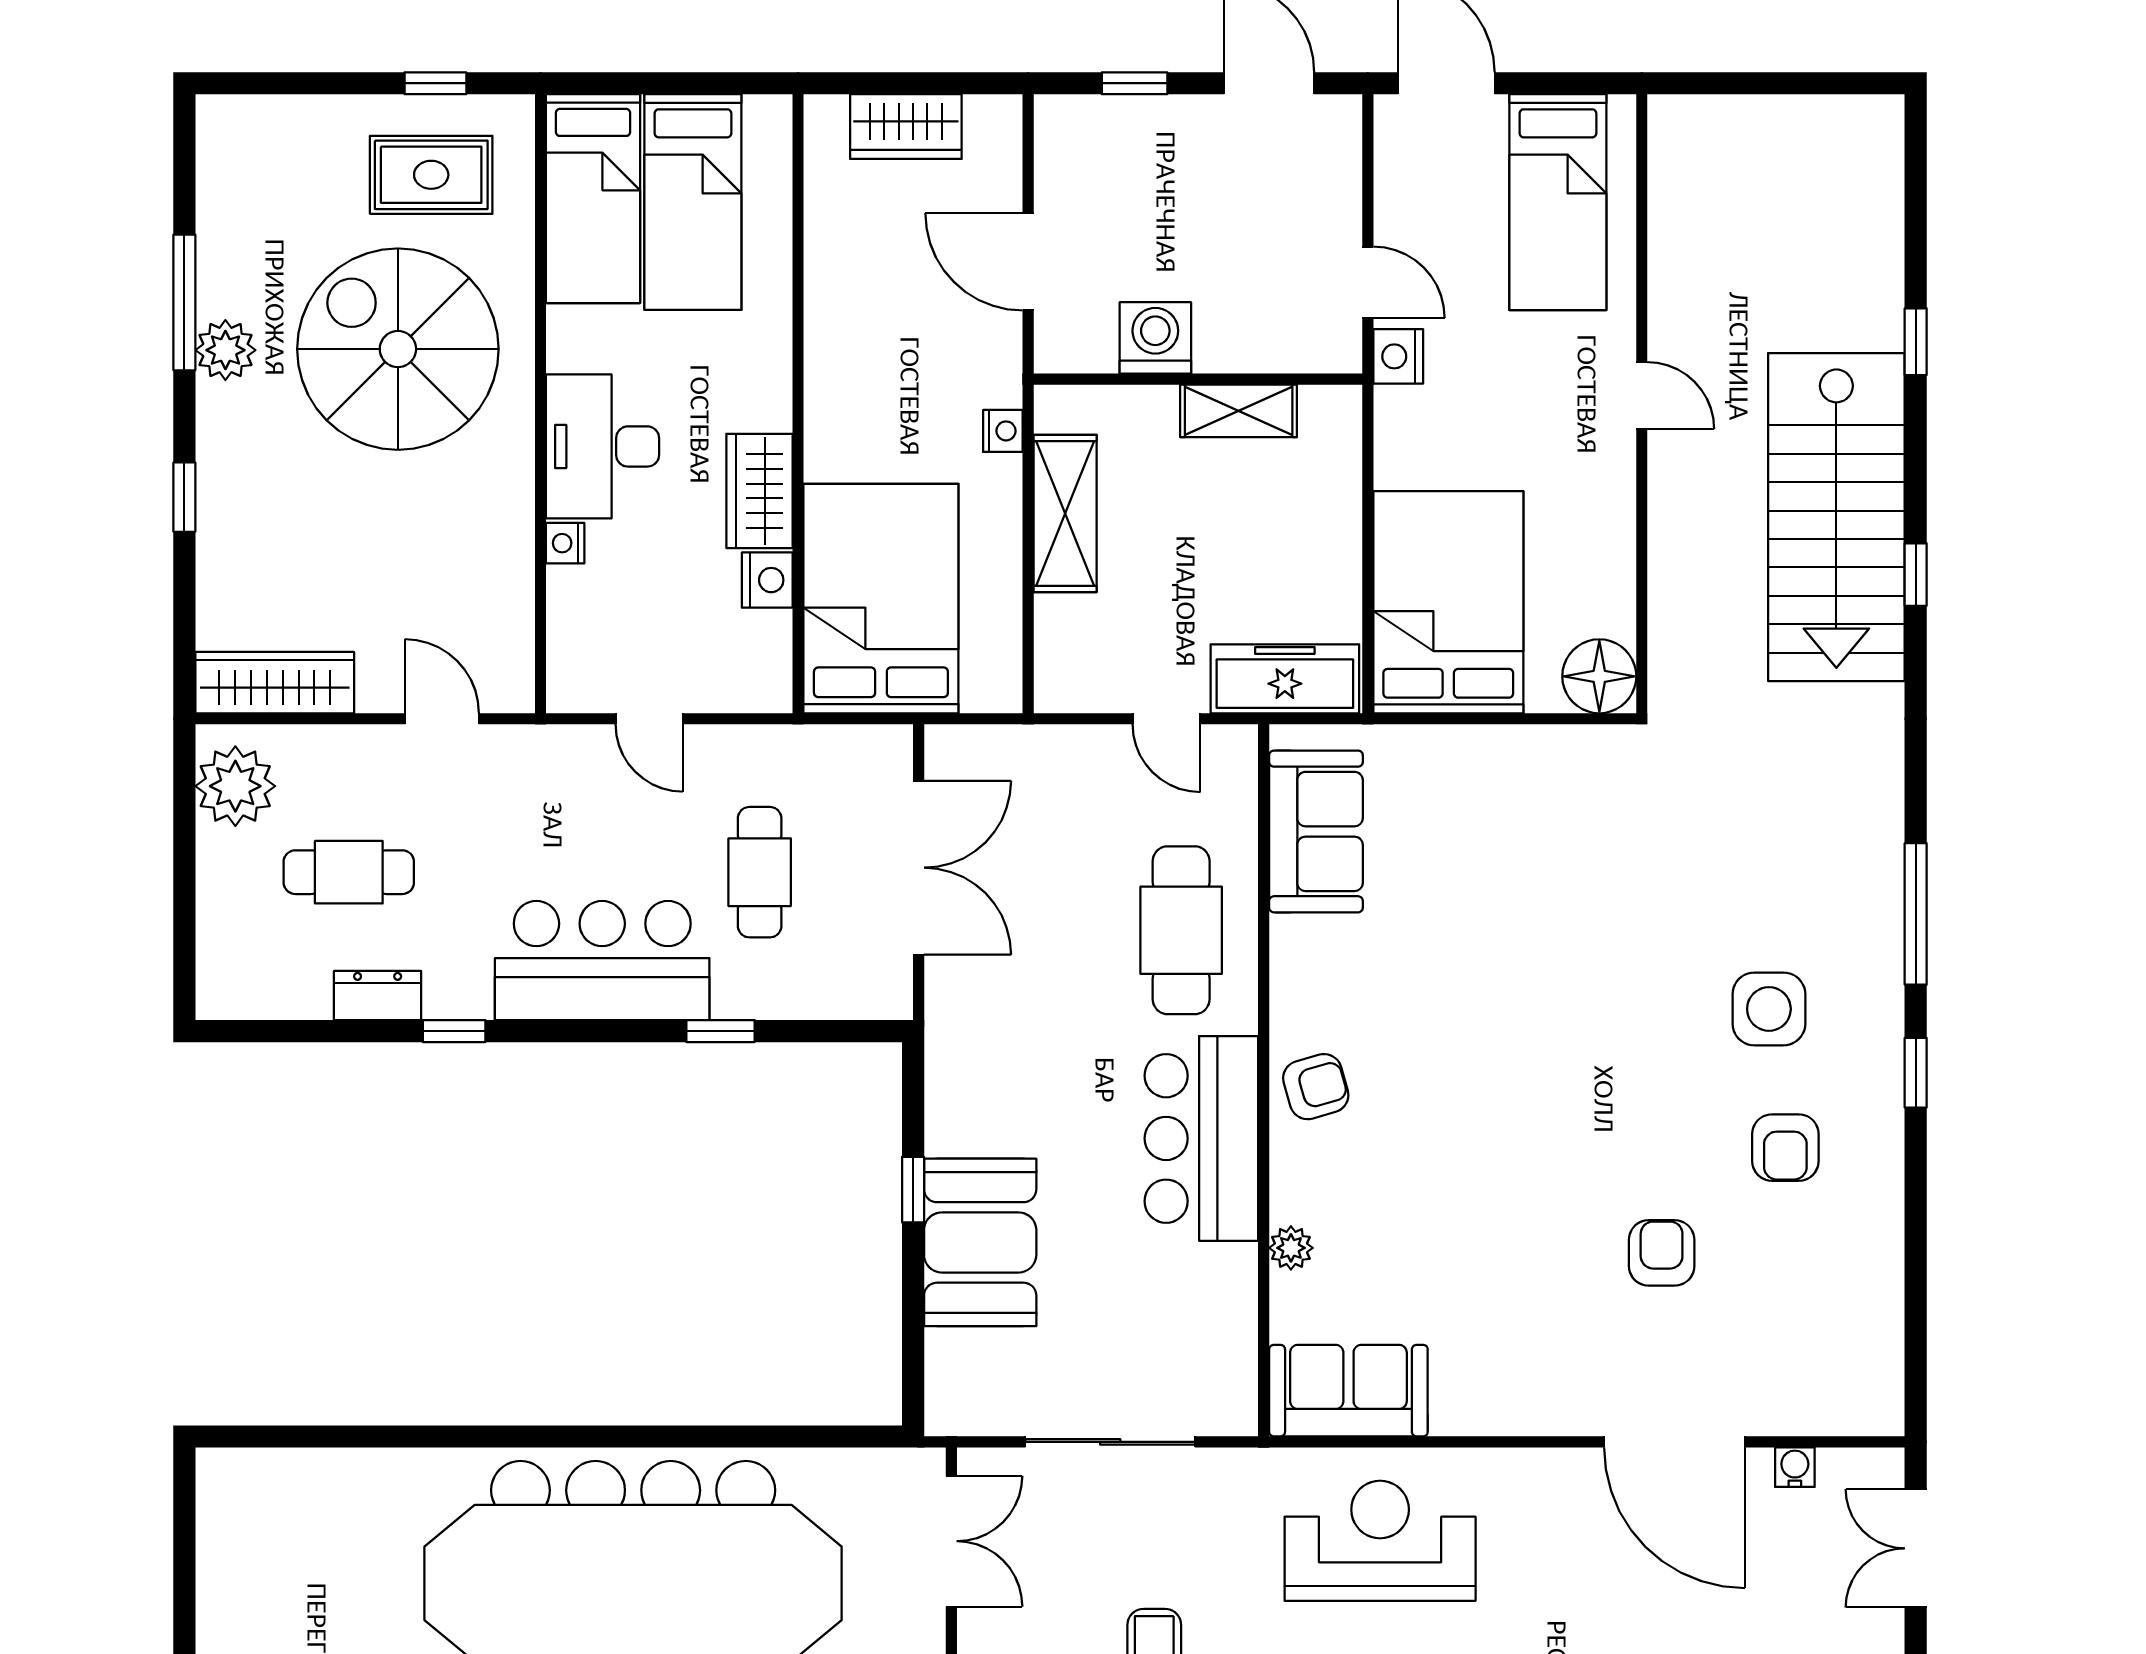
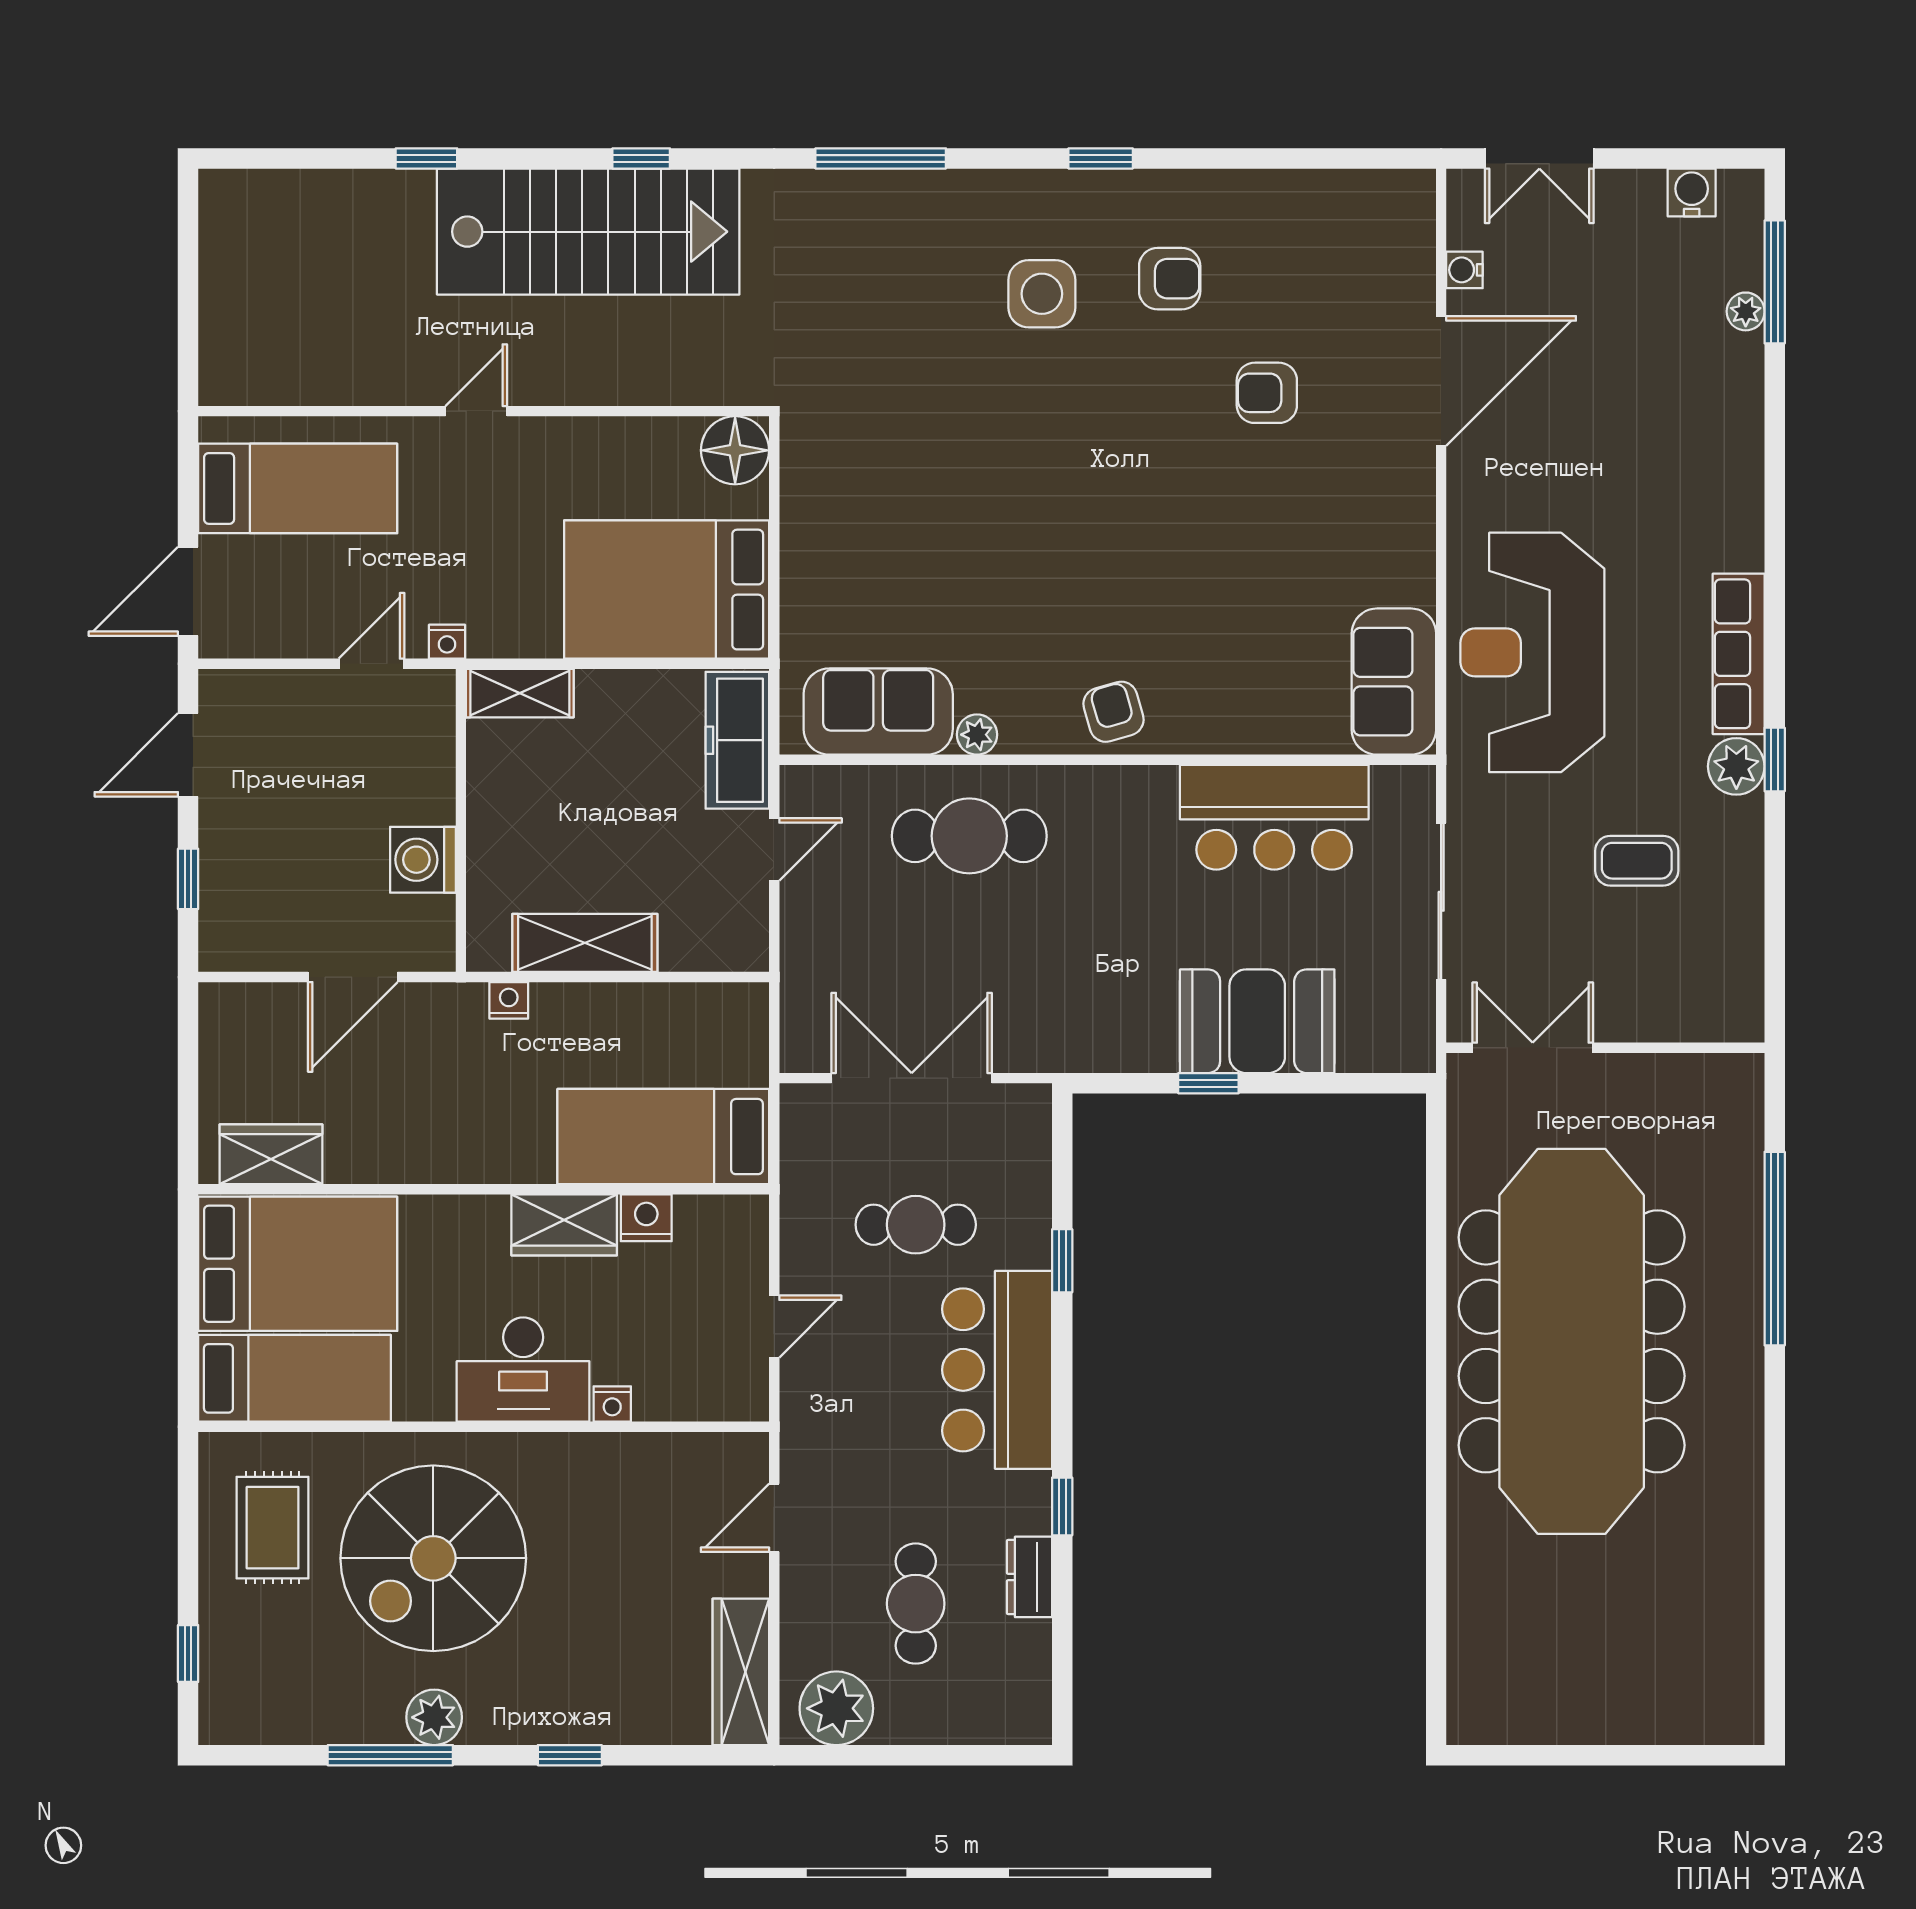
window: (435, 83) -> (188, 1653), moved
wardrobe: (906, 127) -> (271, 1154), moved, turned -90
bed: (693, 202) -> (298, 1264), width x1.50
nightstand: (1398, 356) -> (447, 642), width x0.72, depth x0.74
shelving: (1239, 411) -> (520, 693), moved, turned 90
bed: (881, 599) -> (663, 1137), width x0.67
window: (1916, 914) -> (881, 158), moved
bar counter: (1201, 1138) -> (1274, 817), moved
plant: (1291, 1248) -> (977, 735), moved
reception desk: (1380, 1541) -> (1532, 652), width x1.36, depth x1.30

